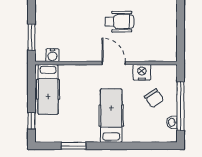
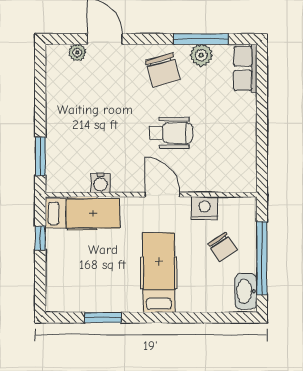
water cooler: (52, 55) -> (100, 183), moved
hospital bed: (48, 89) -> (82, 213), moved, turned -90
window: (31, 121) -> (40, 238), moved
washbasin: (172, 122) -> (246, 291), width x1.91, depth x1.45

